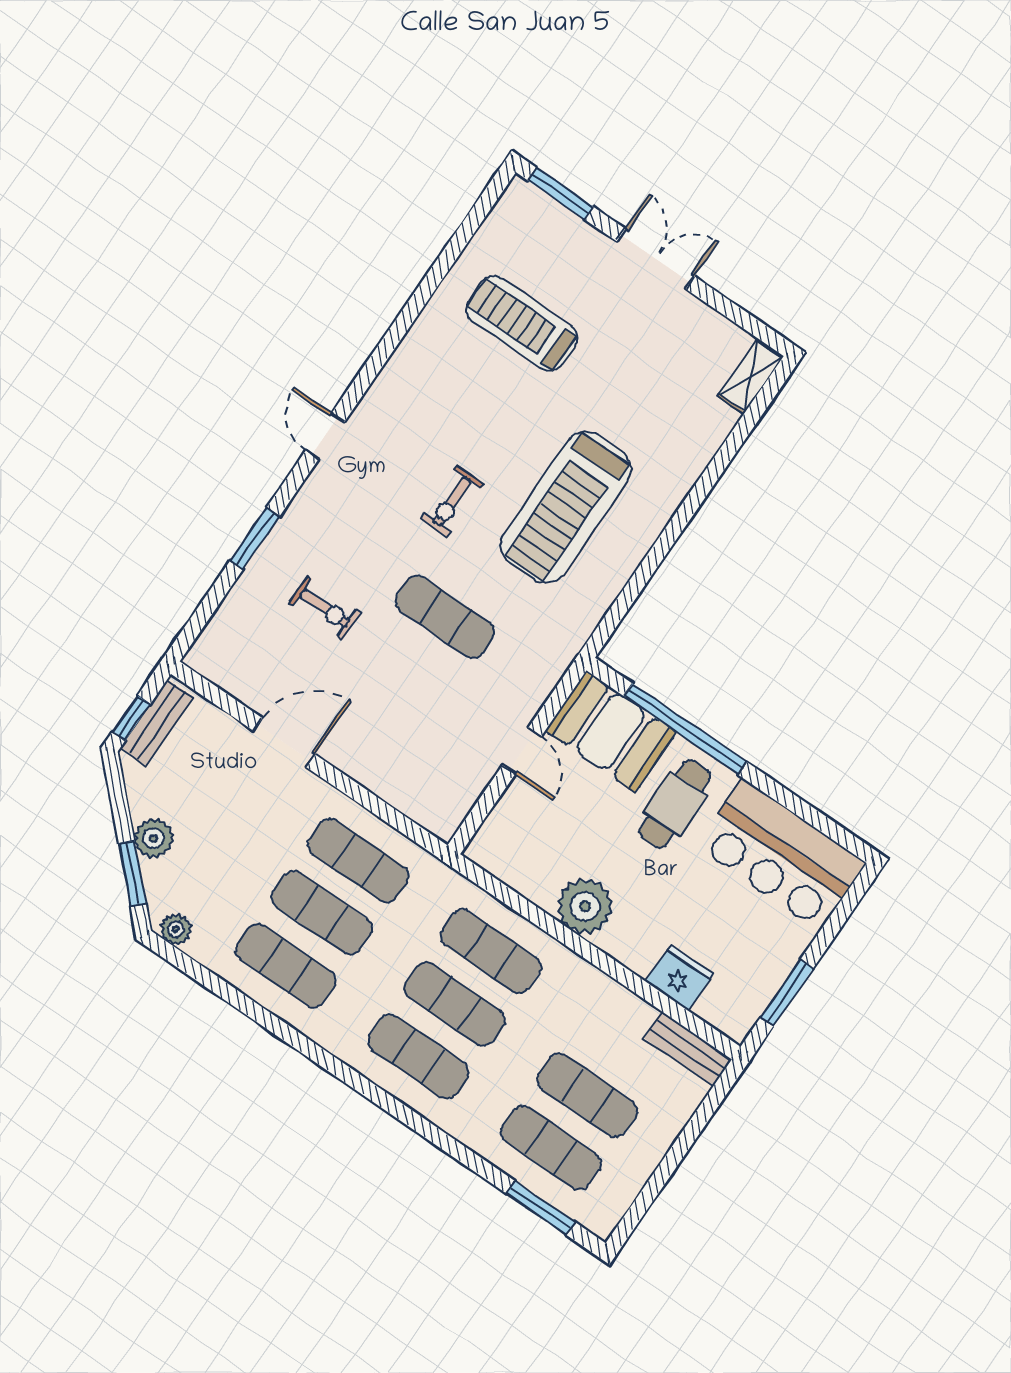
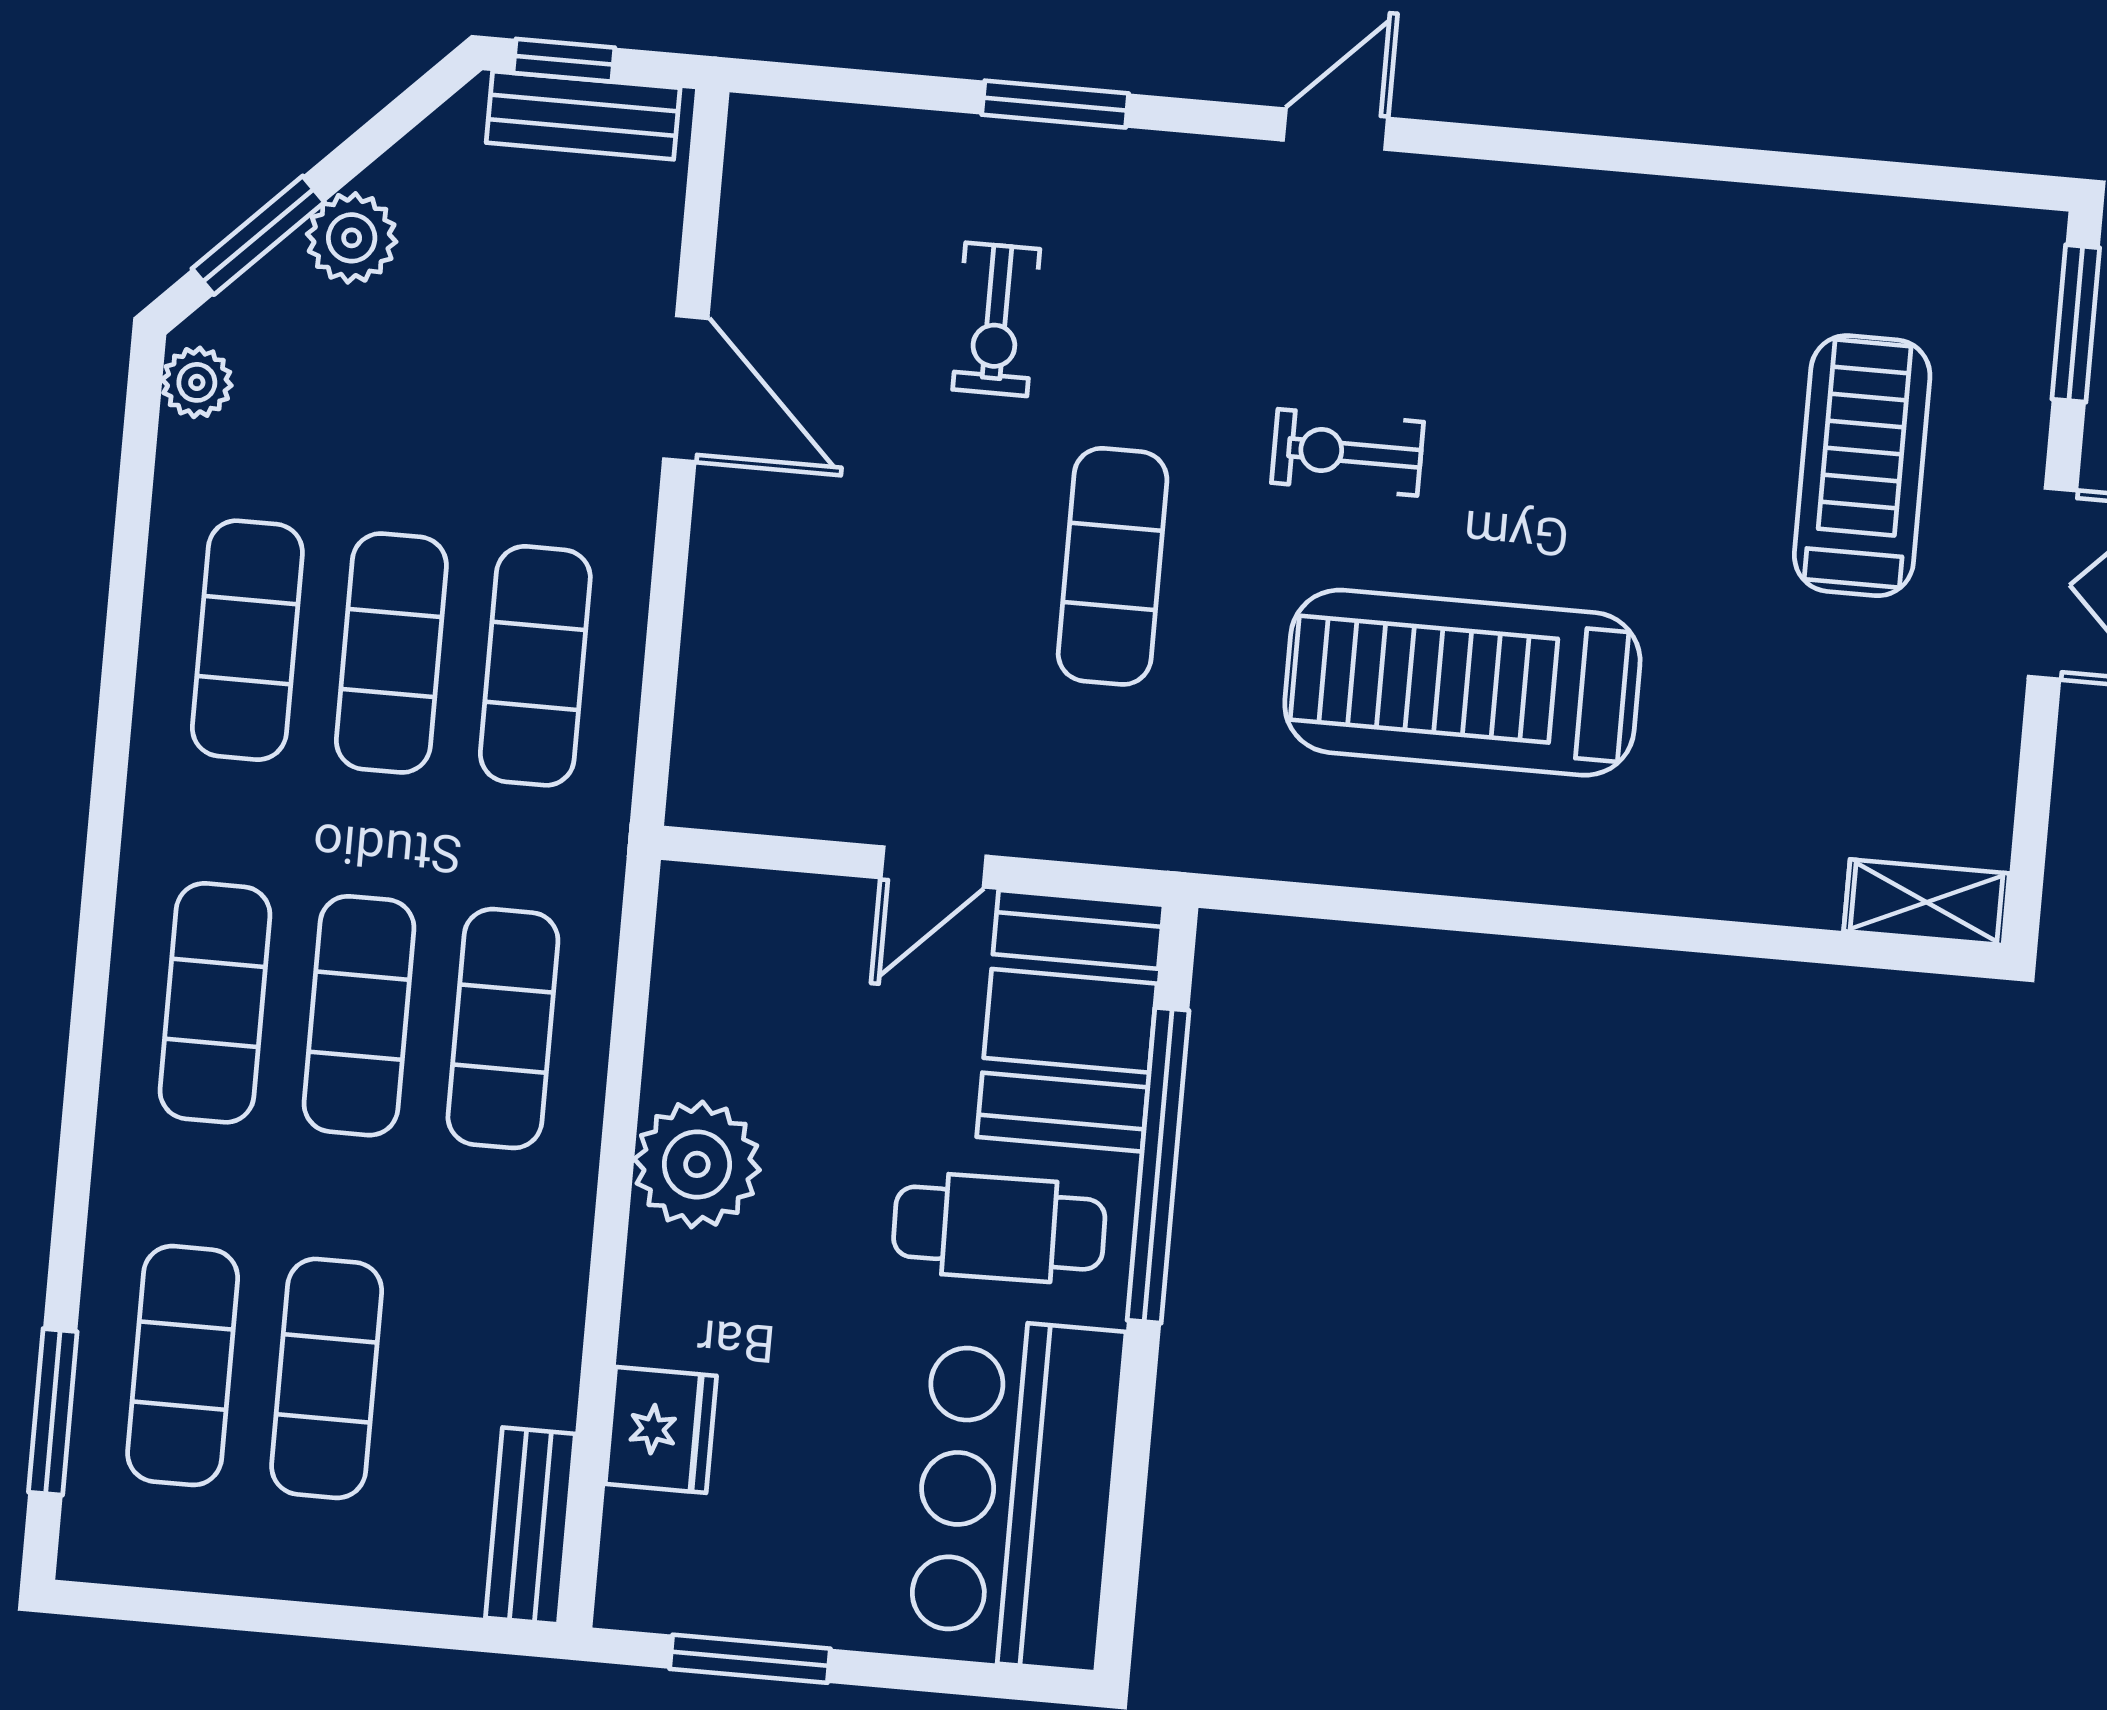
treadmill: (522, 324) -> (1862, 466), moved

